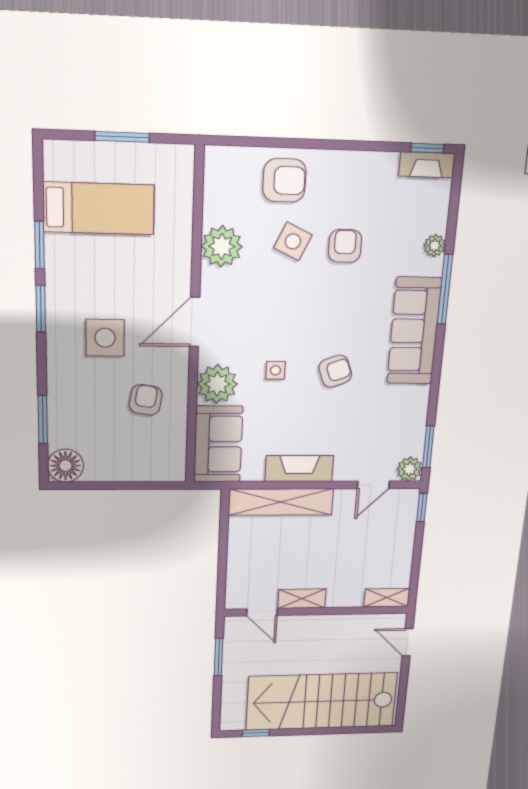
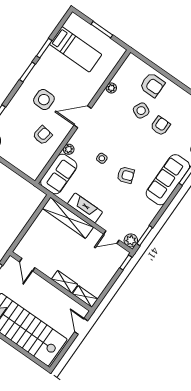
plant: (222, 246) -> (111, 88), width x0.53, depth x0.53
plant: (217, 384) -> (69, 149), width x0.53, depth x0.53
shelving: (302, 599) -> (65, 282), moved

